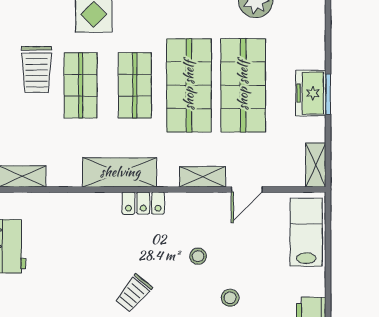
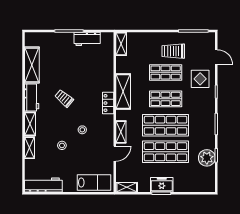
door: (247, 189) -> (115, 154), swing flipped

